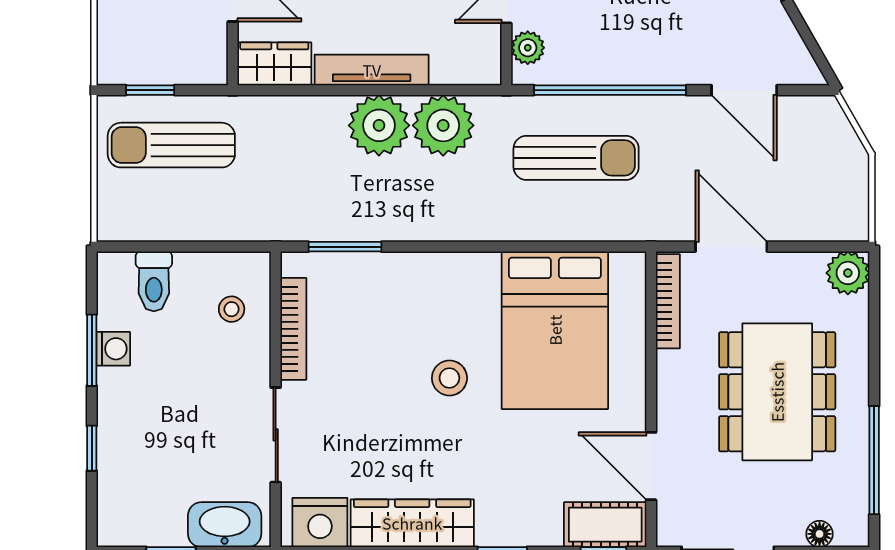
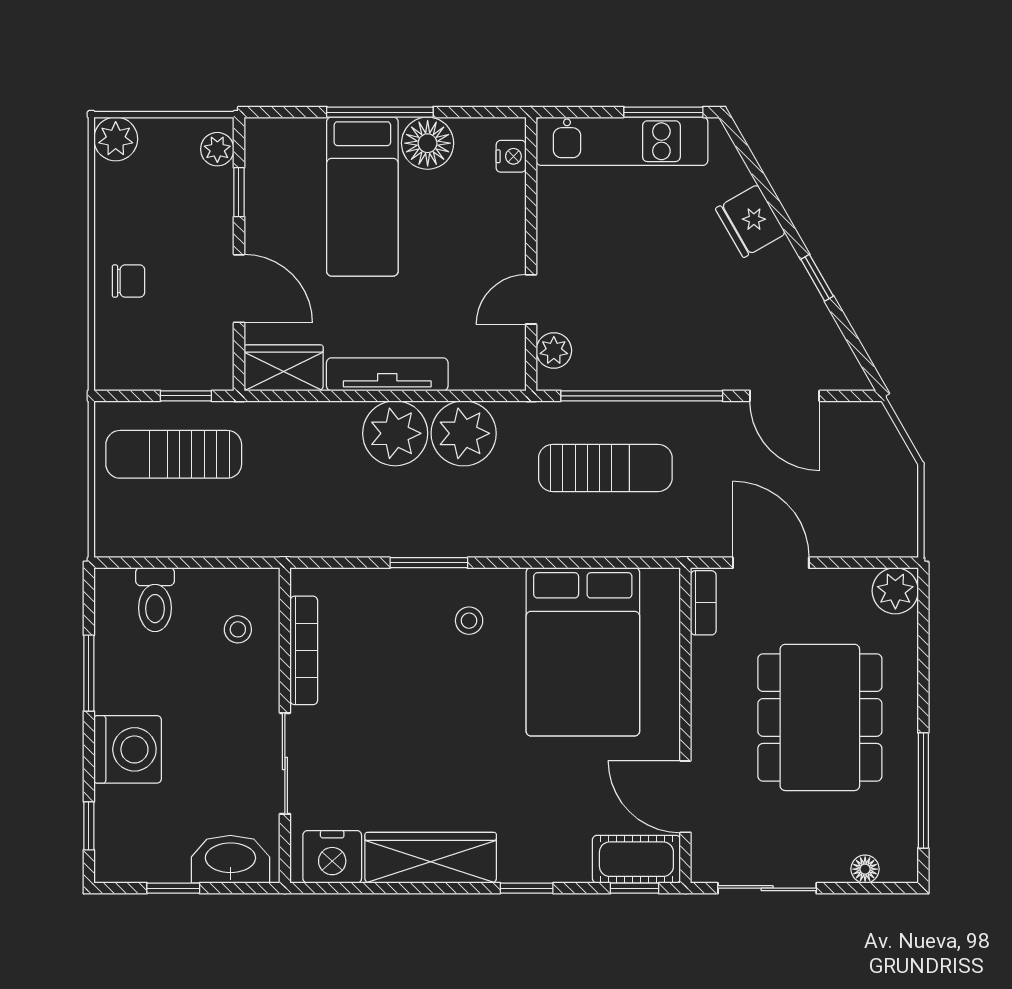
window: (150, 90) -> (186, 396), moved
window: (345, 247) -> (429, 563), moved
bookcase: (668, 301) -> (703, 603), width x0.64
washing machine: (113, 349) -> (128, 749), moved, width x1.89, depth x1.89
stool: (449, 378) -> (469, 621), moved, width x0.73, depth x0.73
window: (92, 448) -> (89, 826), moved

